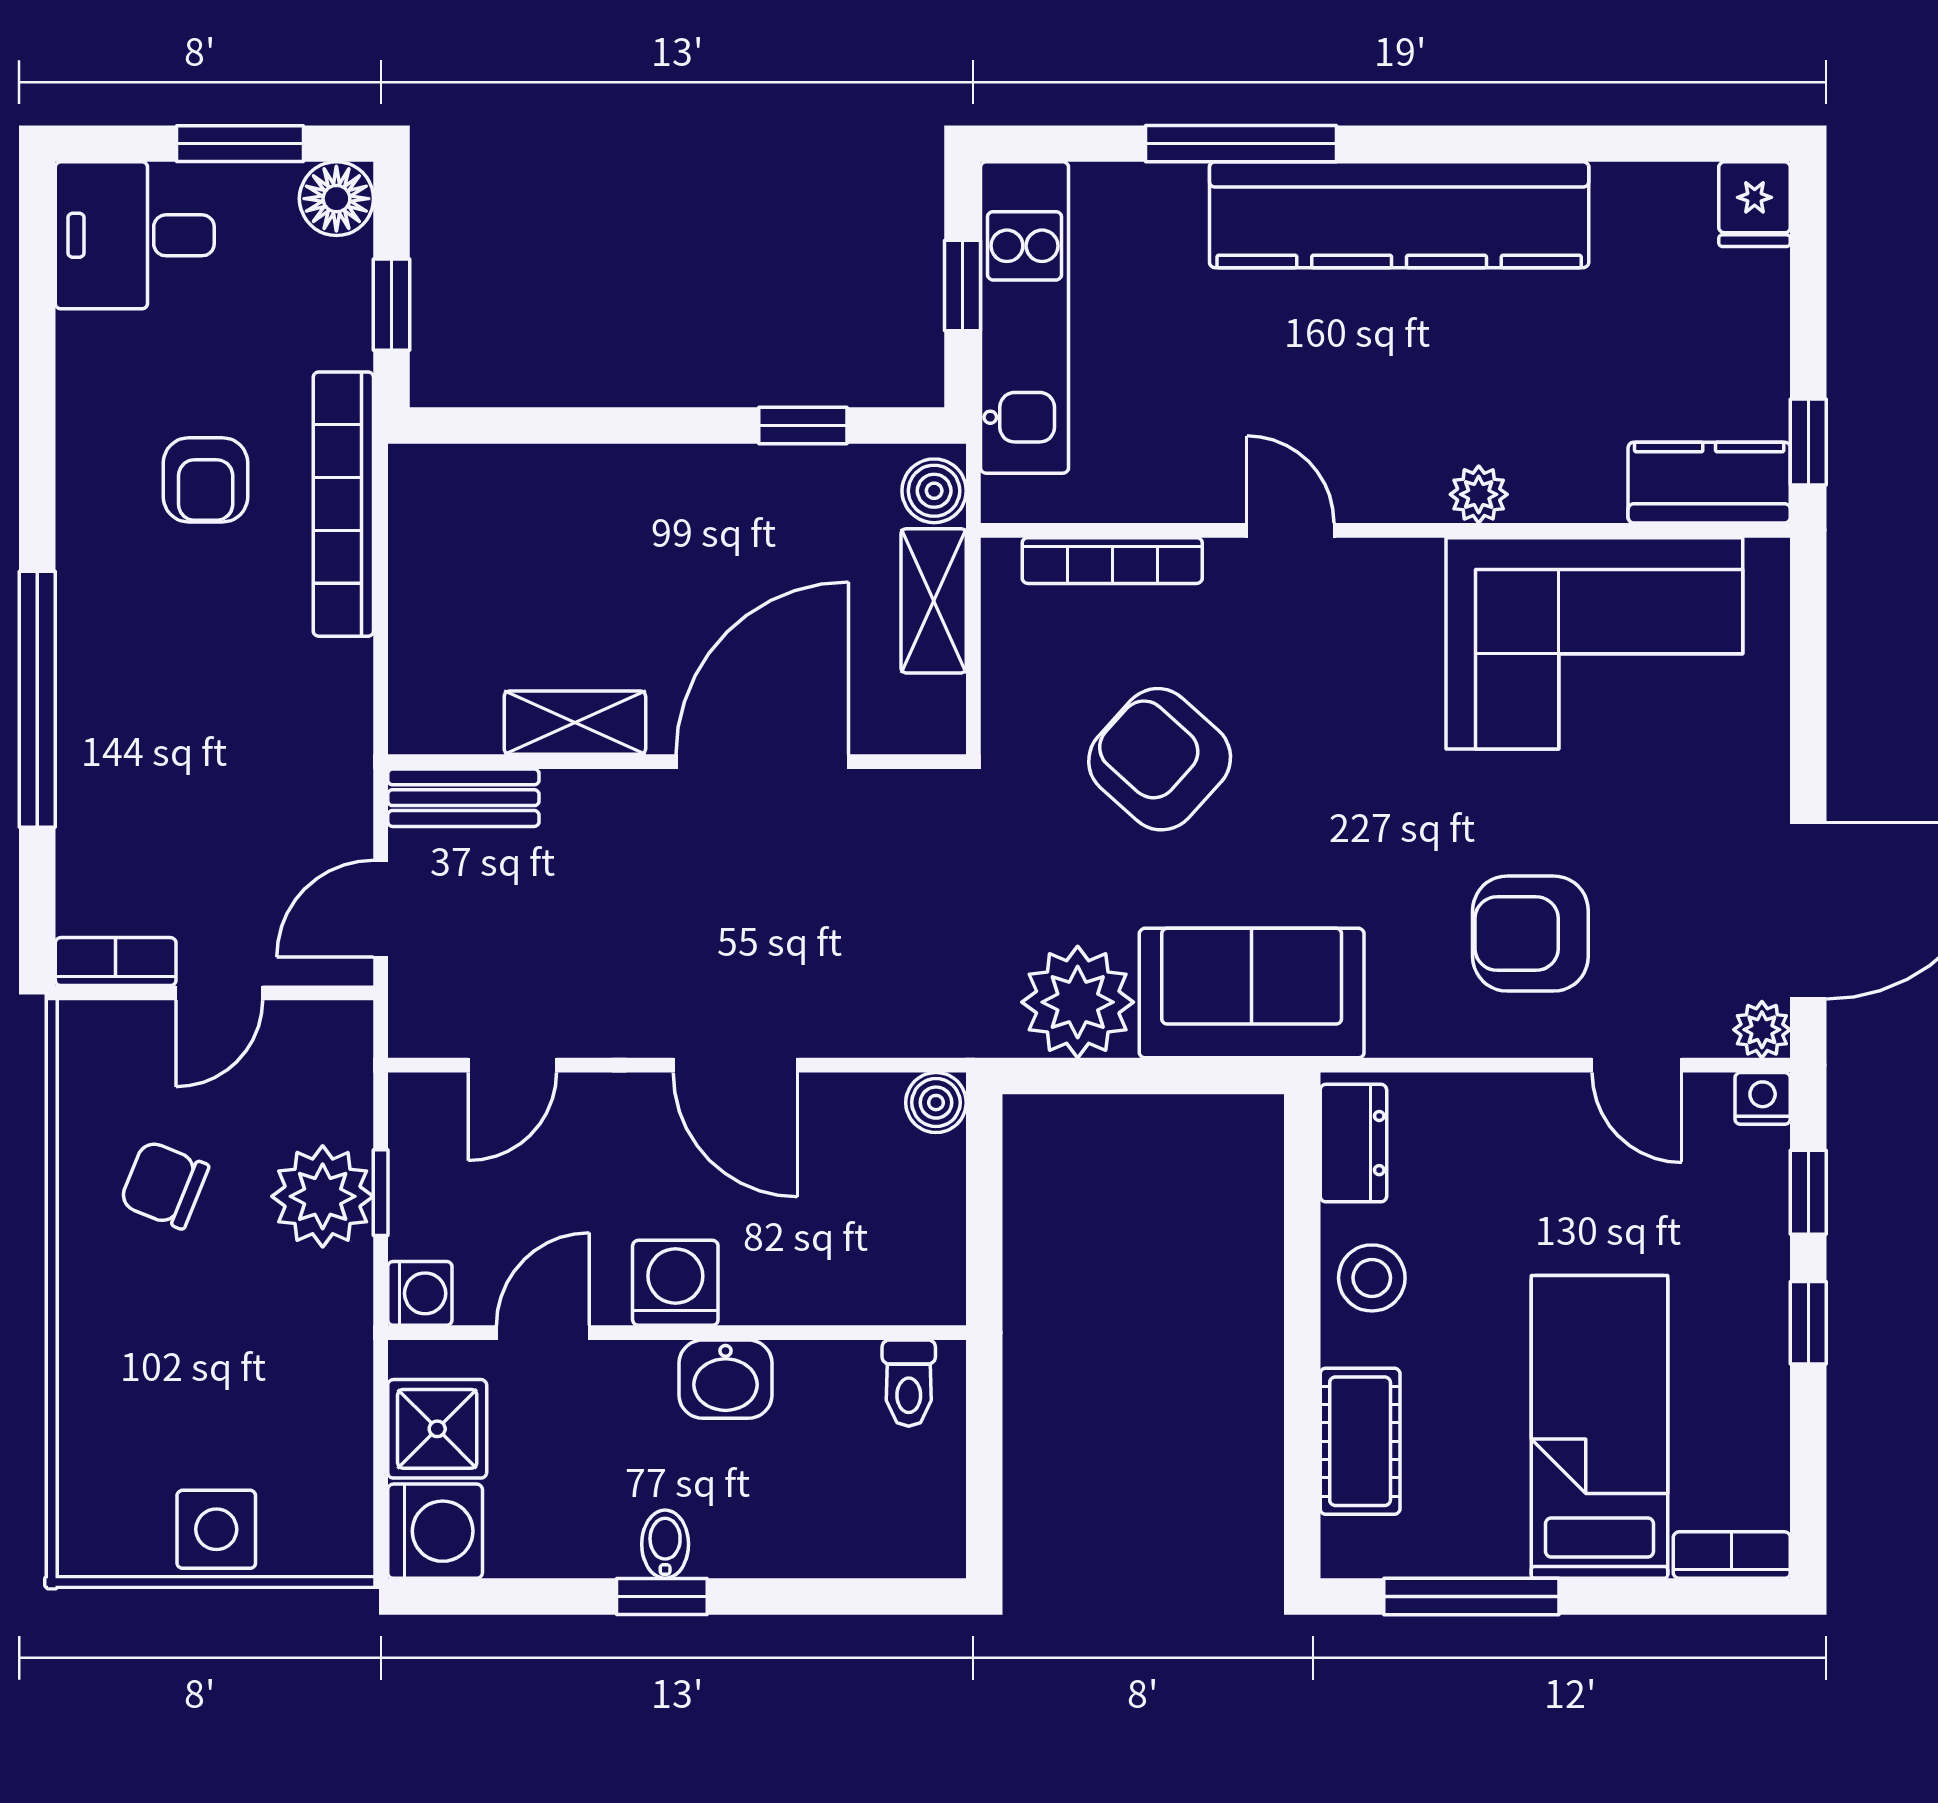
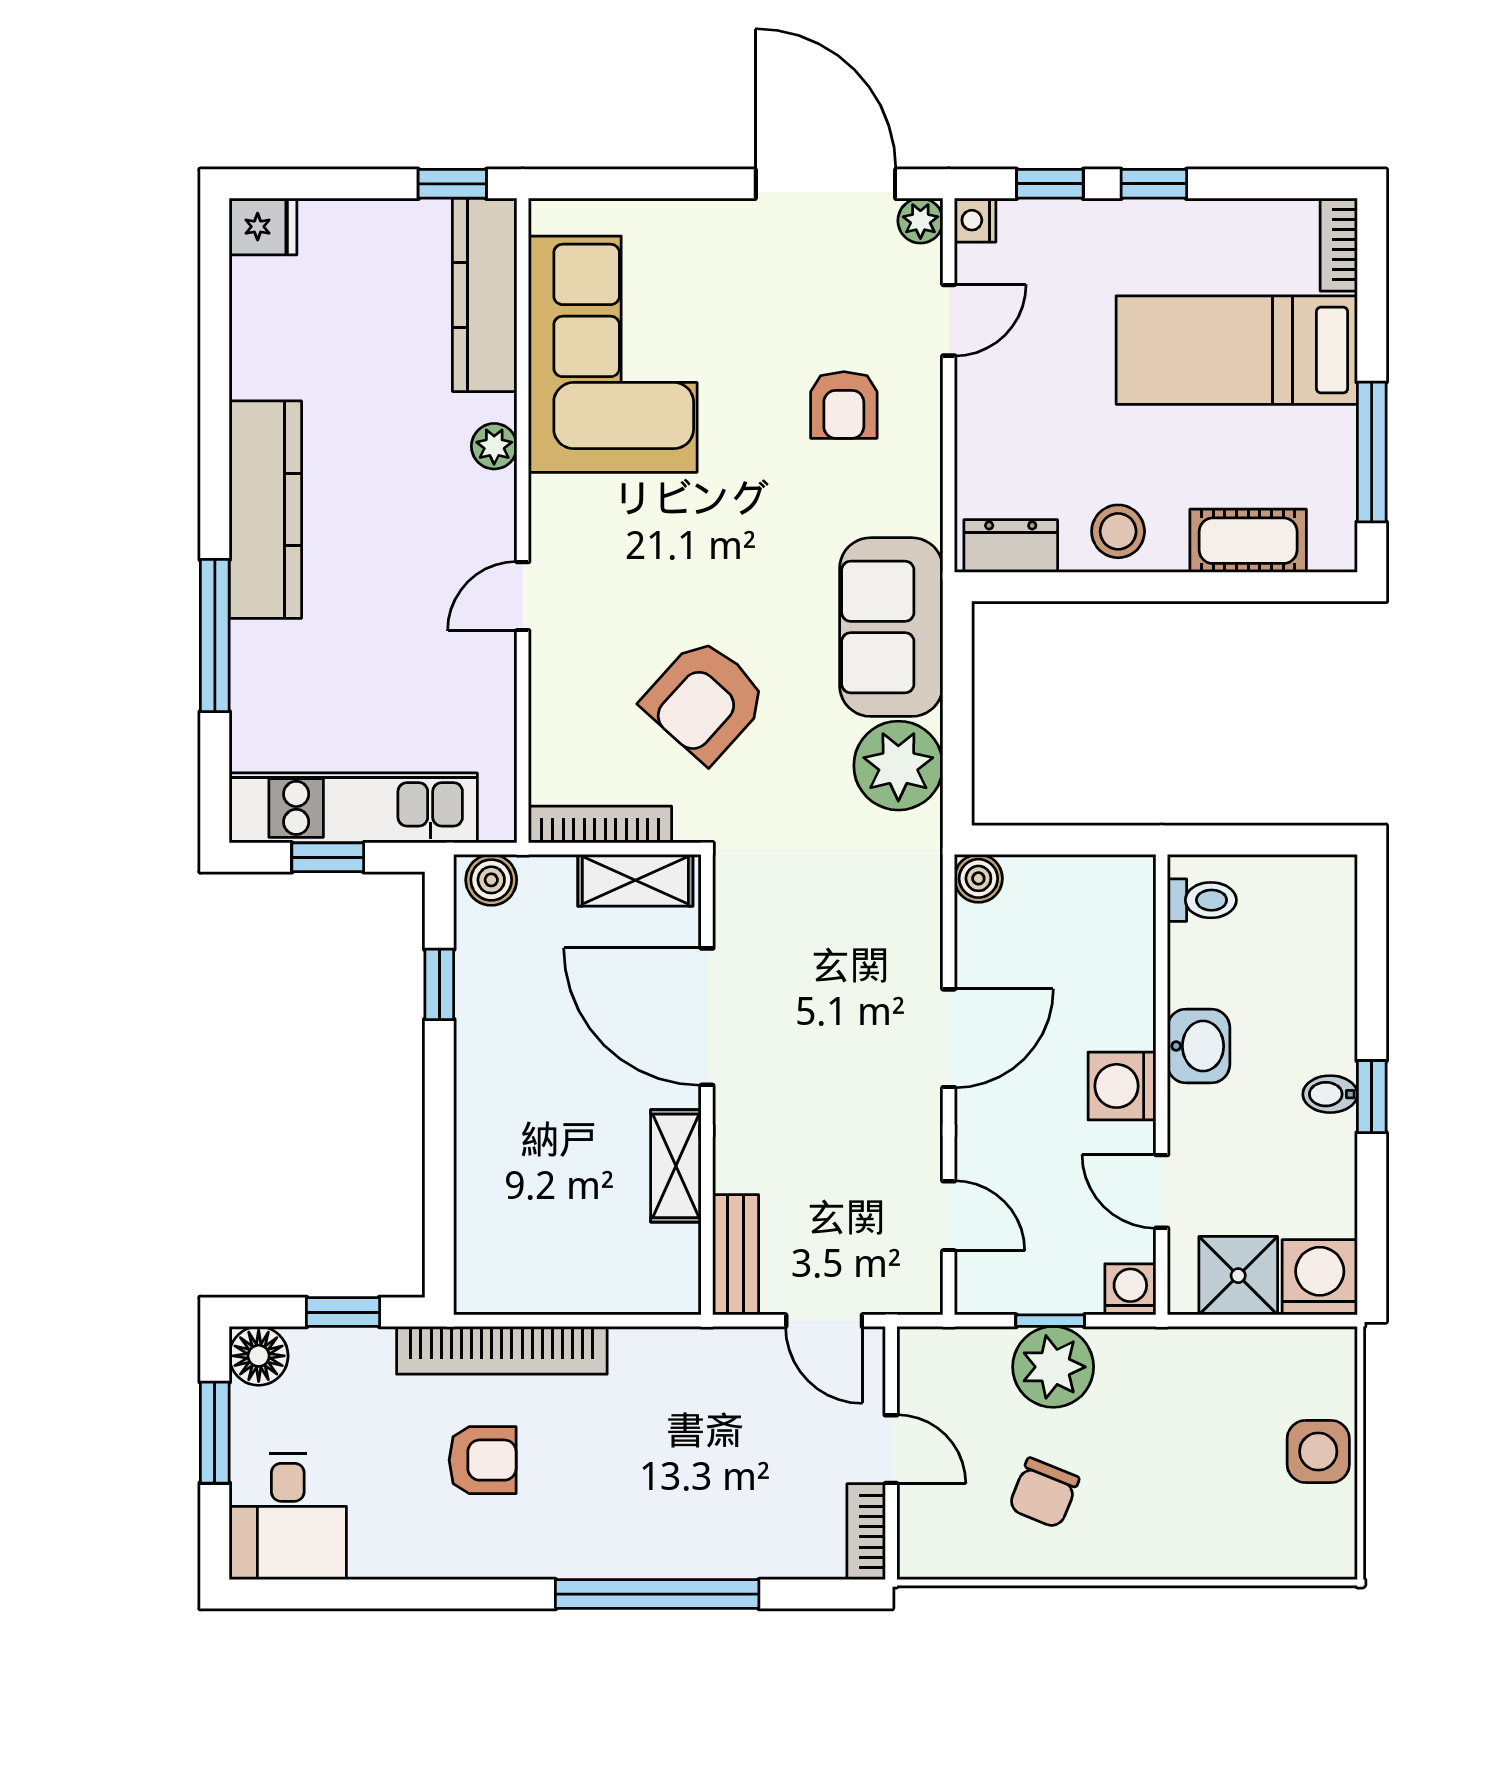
kitchen counter: (1399, 215) -> (265, 510), width x0.72, depth x0.86
kitchen counter: (1709, 483) -> (485, 295), width x1.50
bookcase: (1112, 561) -> (600, 825), moved, turned -90
shelving: (934, 601) -> (635, 880), moved
armchair: (1530, 934) -> (844, 405), width x0.72, depth x0.72

